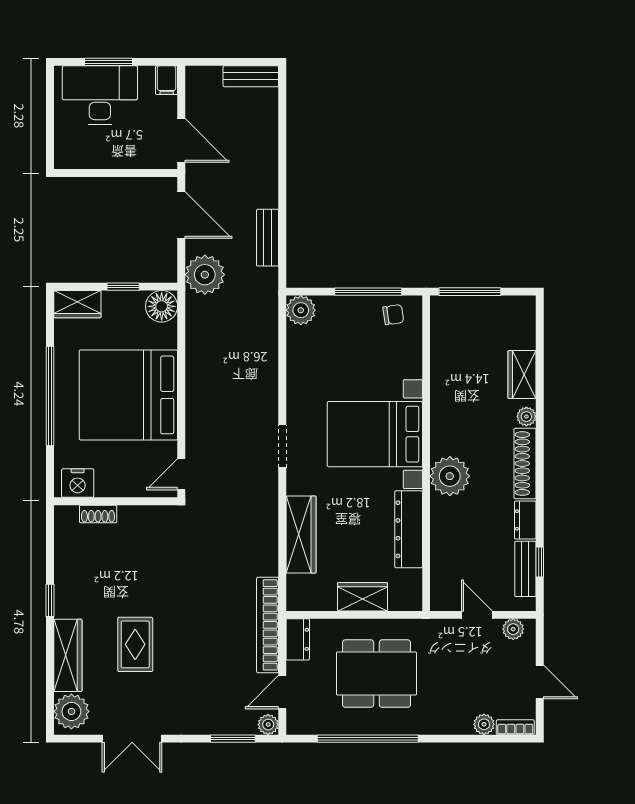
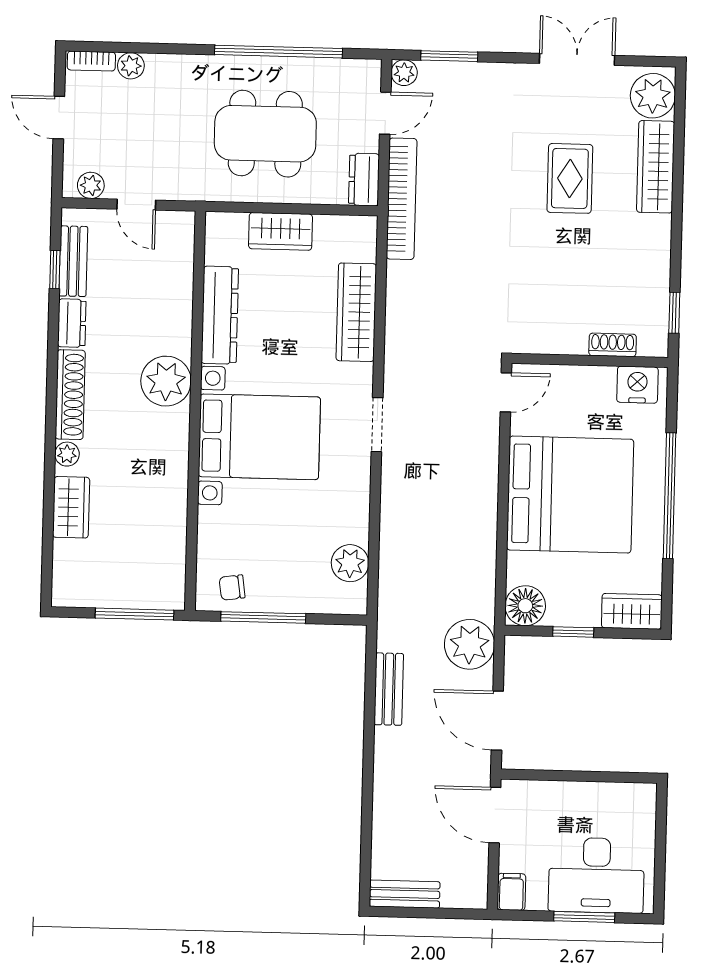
plant: (301, 310) -> (350, 563), moved
window: (50, 600) -> (674, 313), moved

